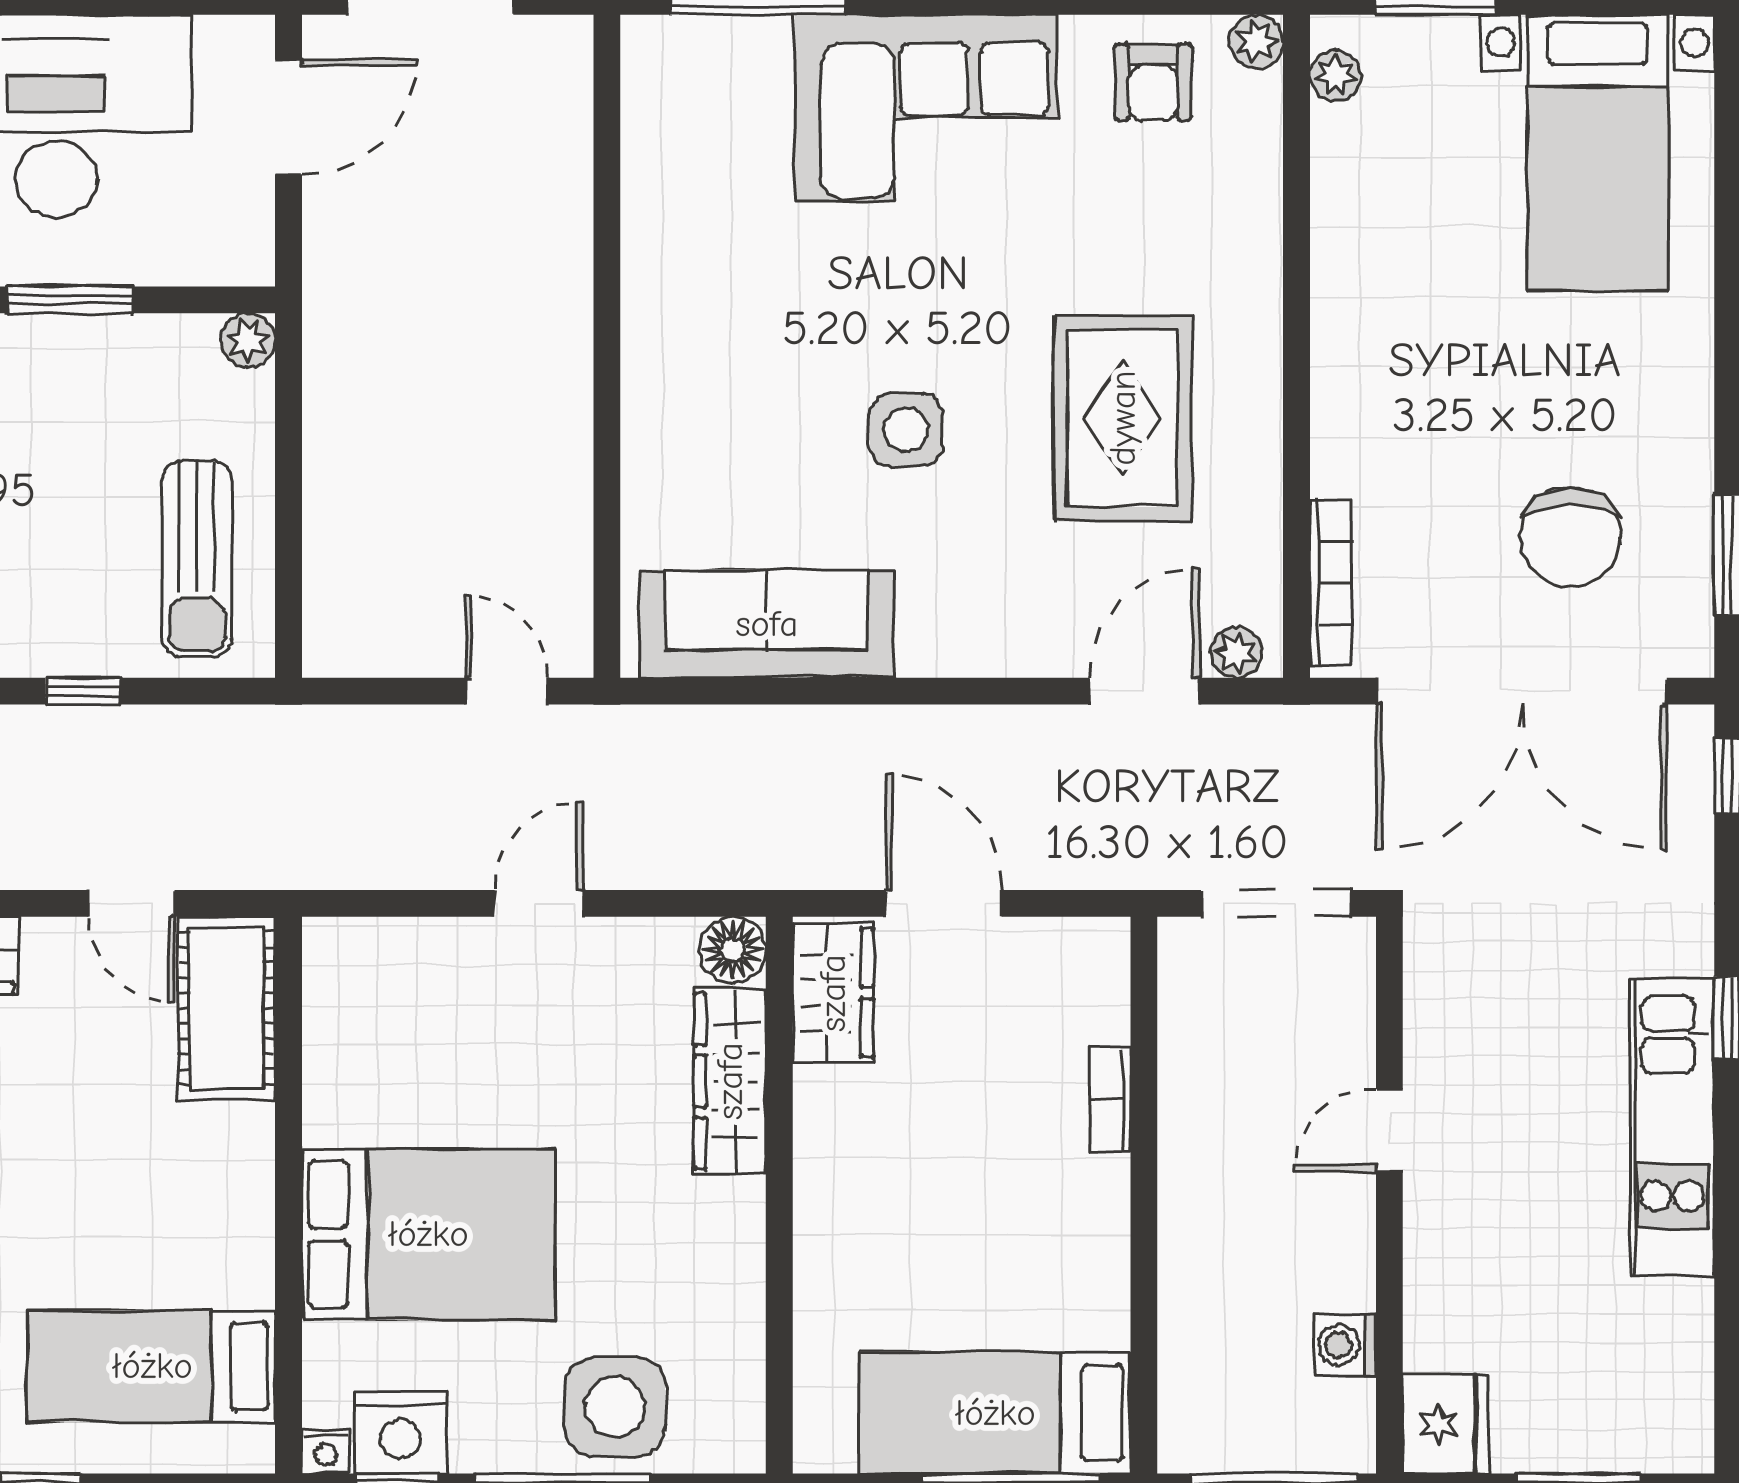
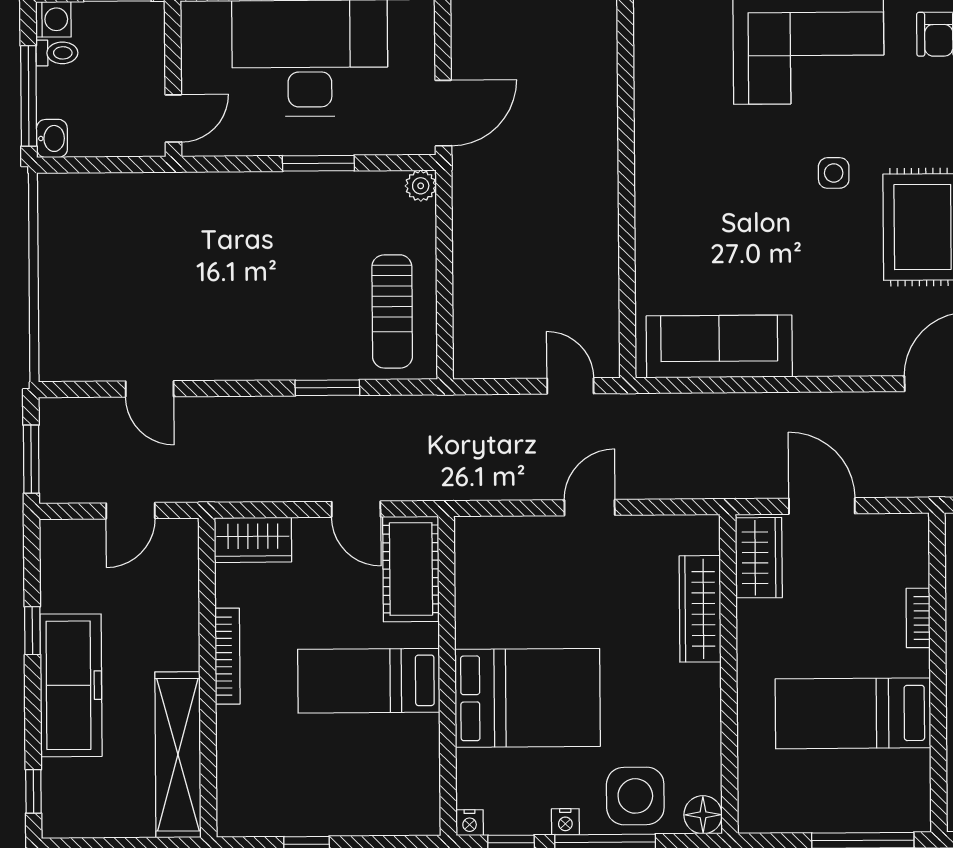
door: (289, 117) -> (443, 113), moved
side table: (906, 430) -> (834, 173), moved, width x0.73, depth x0.73
window: (83, 691) -> (327, 388), width x1.50
floor lamp: (733, 950) -> (703, 815), moved
bed: (152, 1366) -> (369, 681), moved
bed: (995, 1413) -> (853, 713), moved
nightstand: (400, 1433) -> (565, 822), moved, width x0.53, depth x0.56

